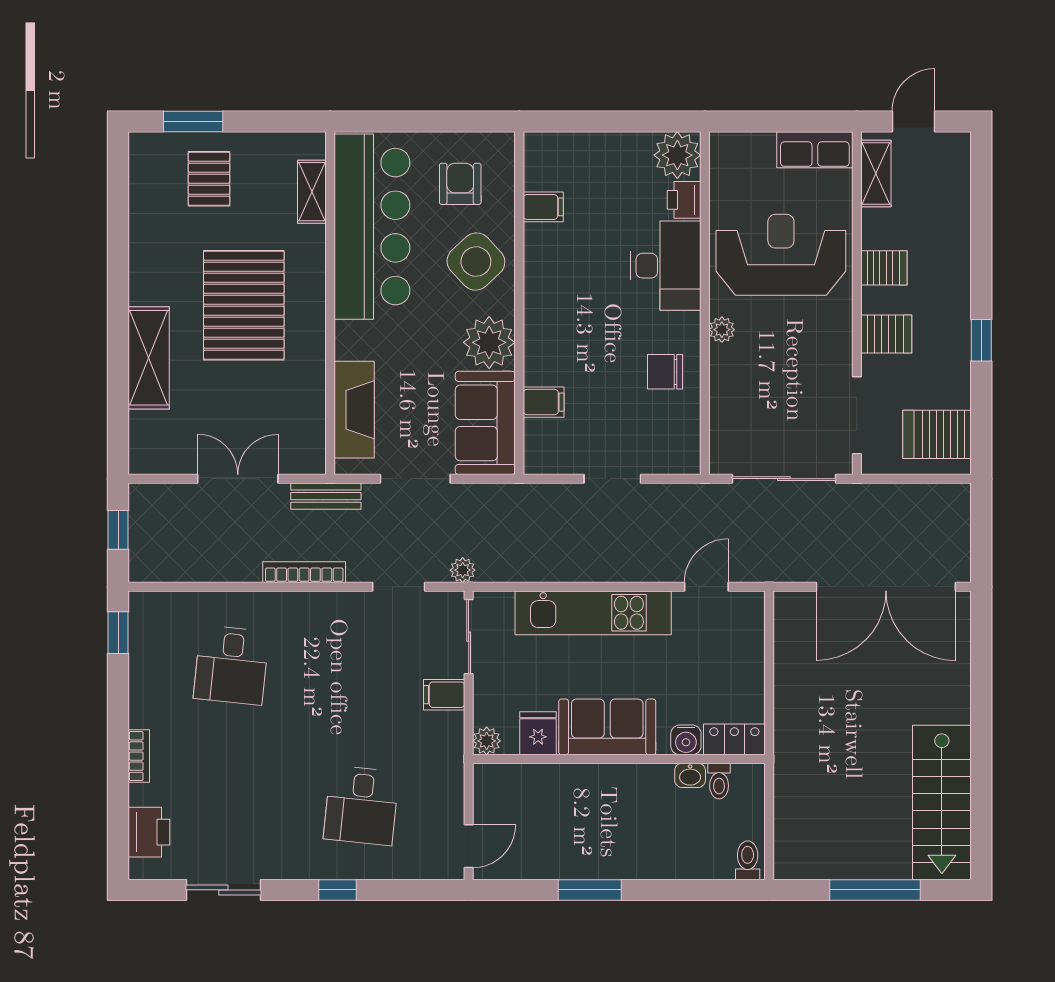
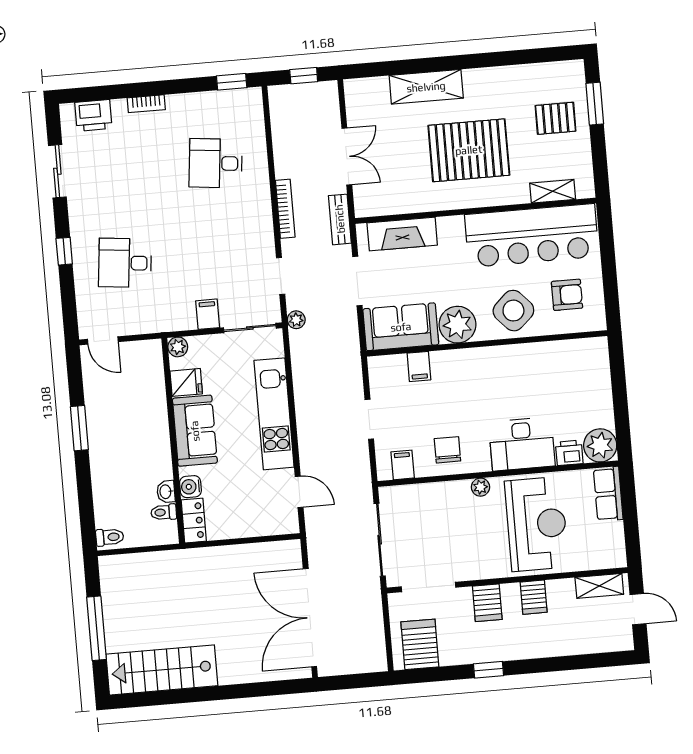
row of seats: (815, 150) -> (608, 494), moved
filing cabinet: (543, 207) -> (403, 465), moved, turned 180

